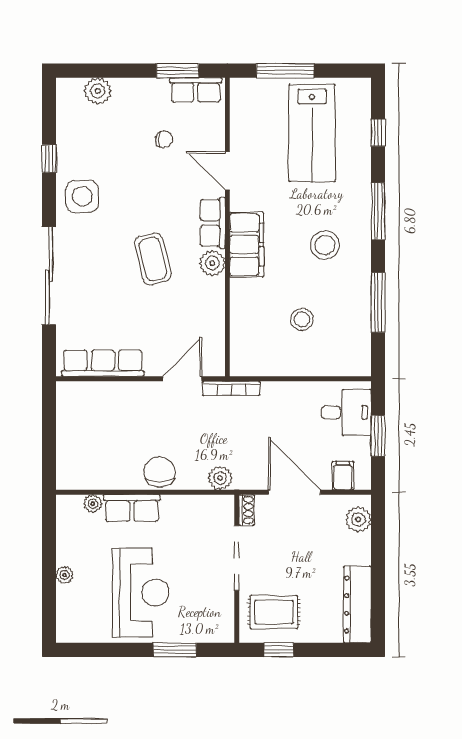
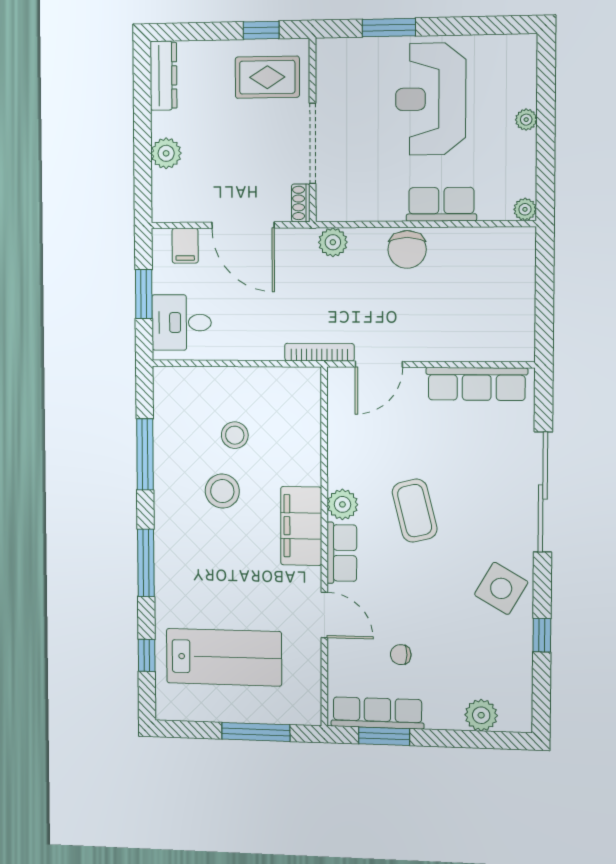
row of seats: (196, 90) -> (377, 713), width x1.48
lab bench: (312, 133) -> (224, 657), turned 90
side table: (82, 196) -> (501, 588), turned 30
stool: (325, 245) -> (222, 491), moved
plant: (93, 504) -> (525, 209), moved
plant: (358, 520) -> (166, 153), moved
dresser: (357, 604) -> (163, 76), width x0.73, depth x0.80

